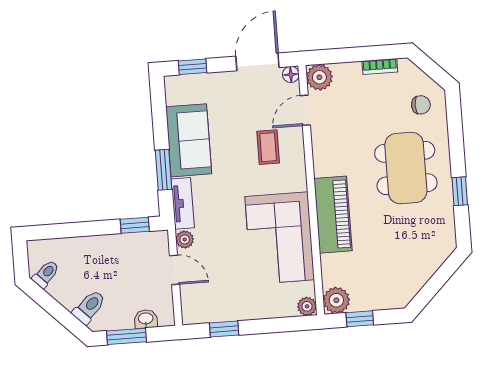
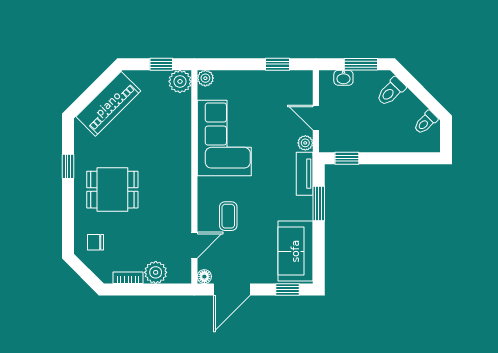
plant: (319, 77) -> (156, 272), moved
sofa: (189, 140) -> (295, 251), moved
dining table: (406, 168) -> (112, 190), width x0.73
piano: (333, 215) -> (108, 104), moved, turned -135

